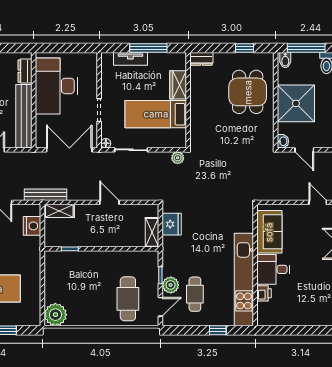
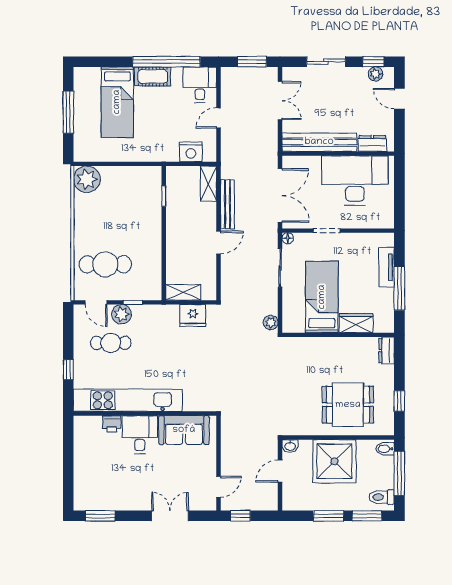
bench: (45, 195) -> (227, 204), moved

